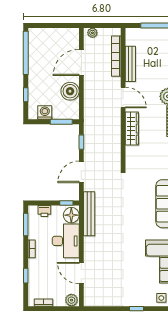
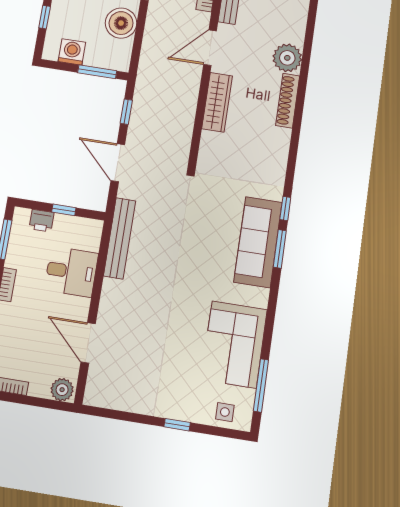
door: (123, 98) -> (210, 48), swing flipped
door: (81, 172) -> (118, 163), hinge flipped
window: (66, 203) -> (64, 210), moved
floor lamp: (71, 215) -> (88, 236), removed
desk: (66, 241) -> (71, 272), width x0.73

